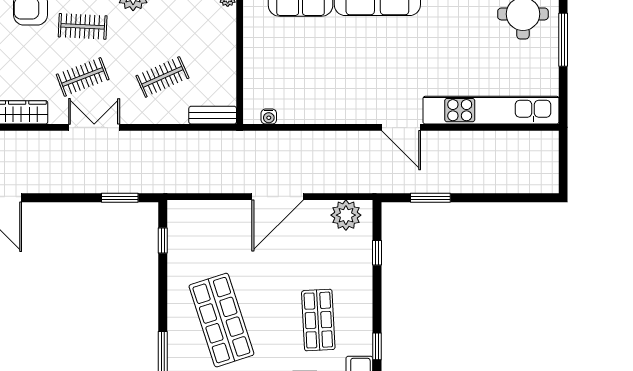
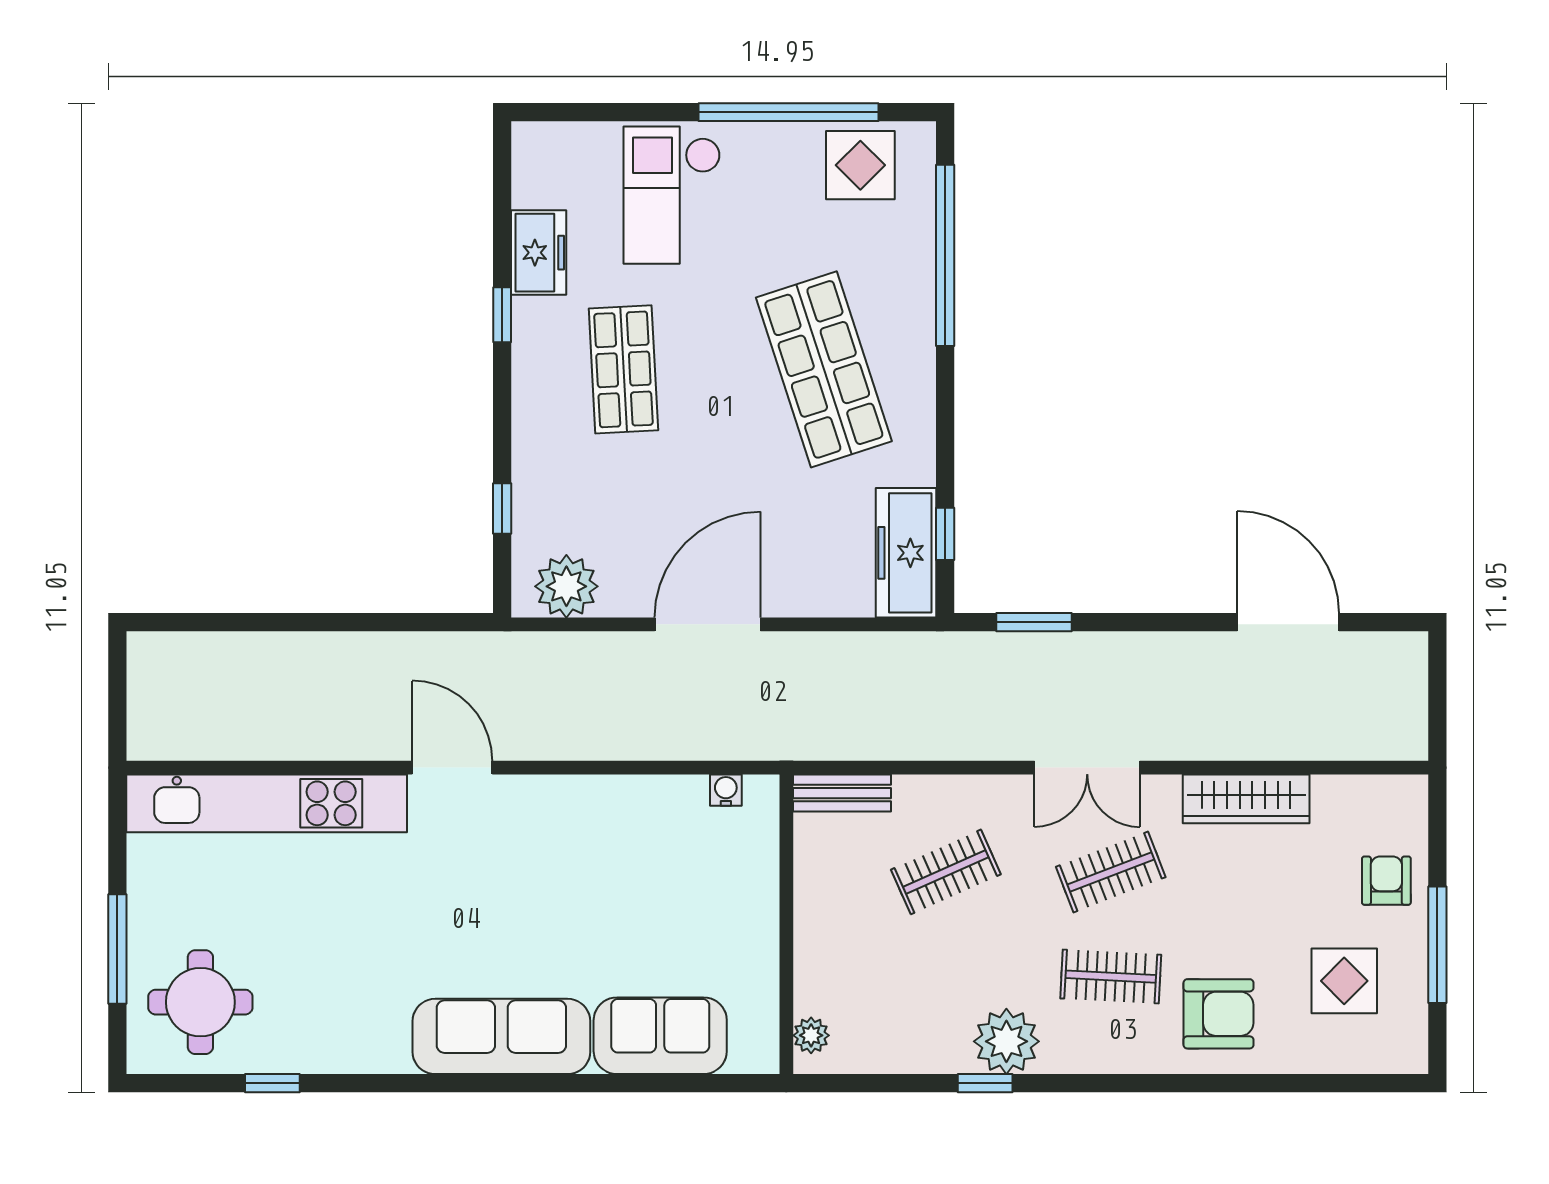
window: (430, 198) -> (392, 622), removed
freezer: (182, 231) -> (906, 553), added

